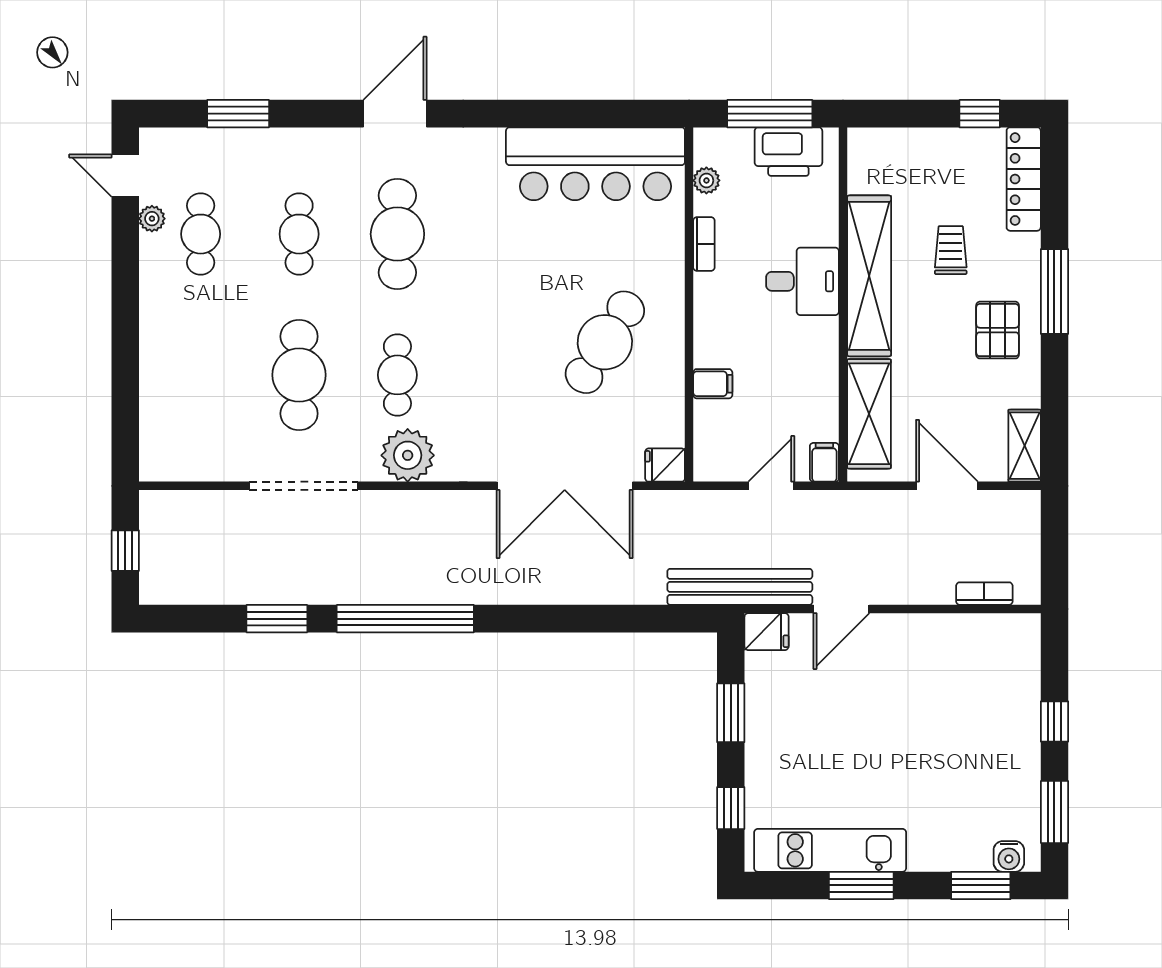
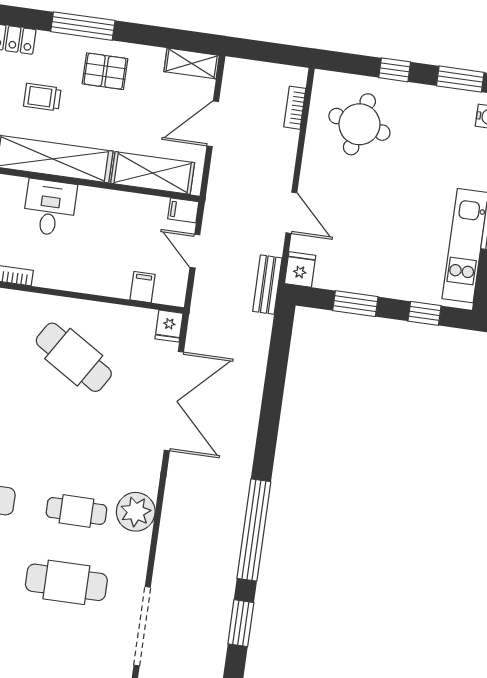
filing cabinet: (713, 384) -> (143, 287), moved
doorway: (304, 486) -> (142, 626), moved
bench: (740, 587) -> (267, 285), width x0.54, depth x0.82
round table: (974, 684) -> (359, 124), added

